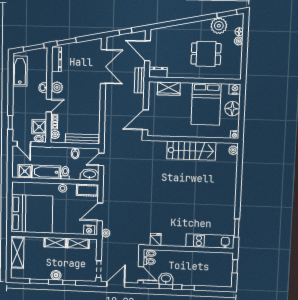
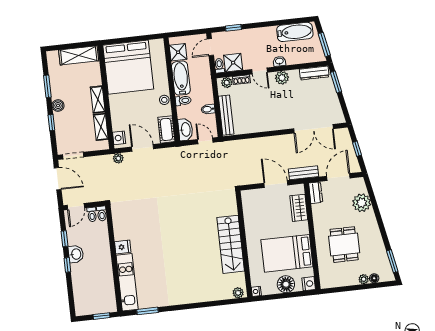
plant: (219, 26) -> (362, 203), moved
door: (145, 120) -> (276, 184), moved
fridge: (156, 239) -> (123, 247), moved
washbasin: (166, 279) -> (76, 254), moved

